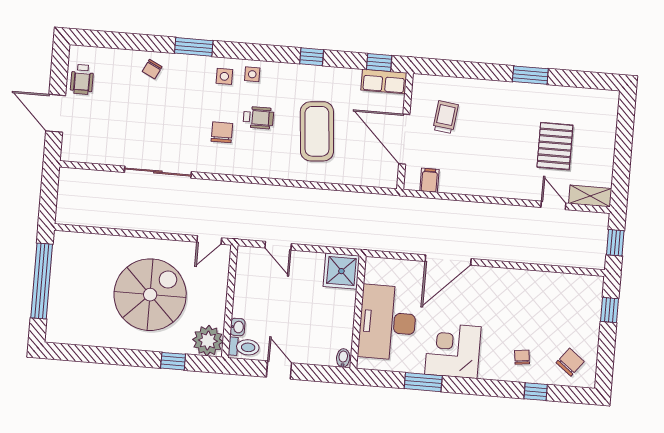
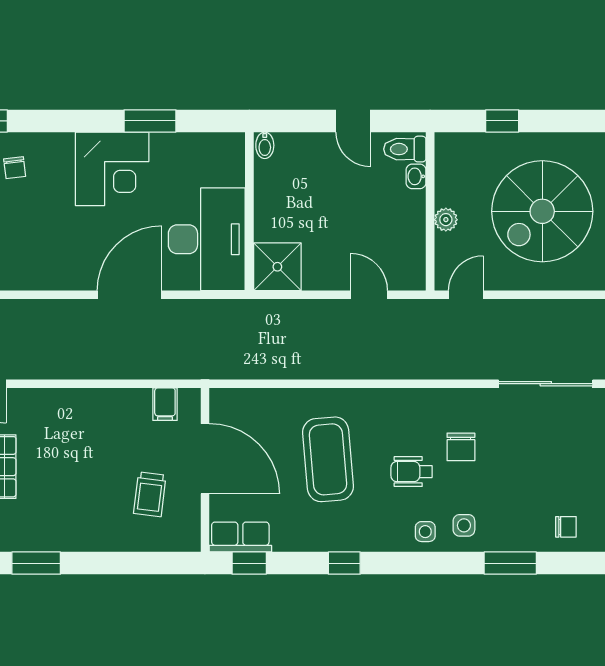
chair: (152, 69) -> (566, 527), turned 64
desk: (388, 322) -> (207, 239), moved
plant: (208, 341) -> (446, 220), moved, width x0.53, depth x0.53

